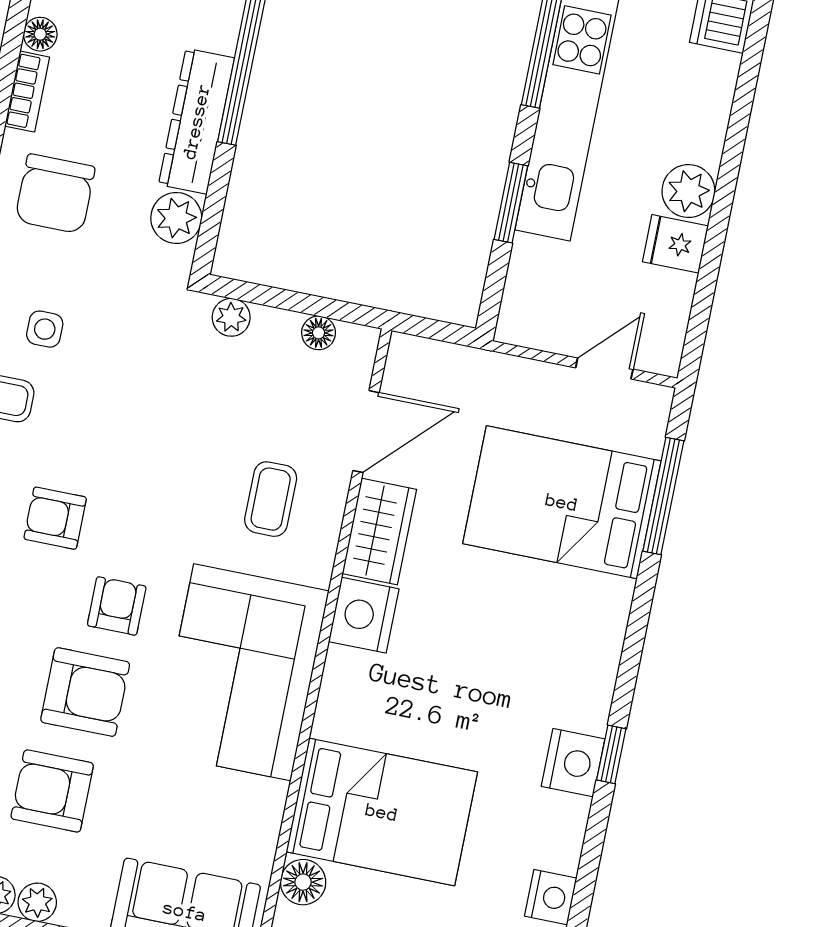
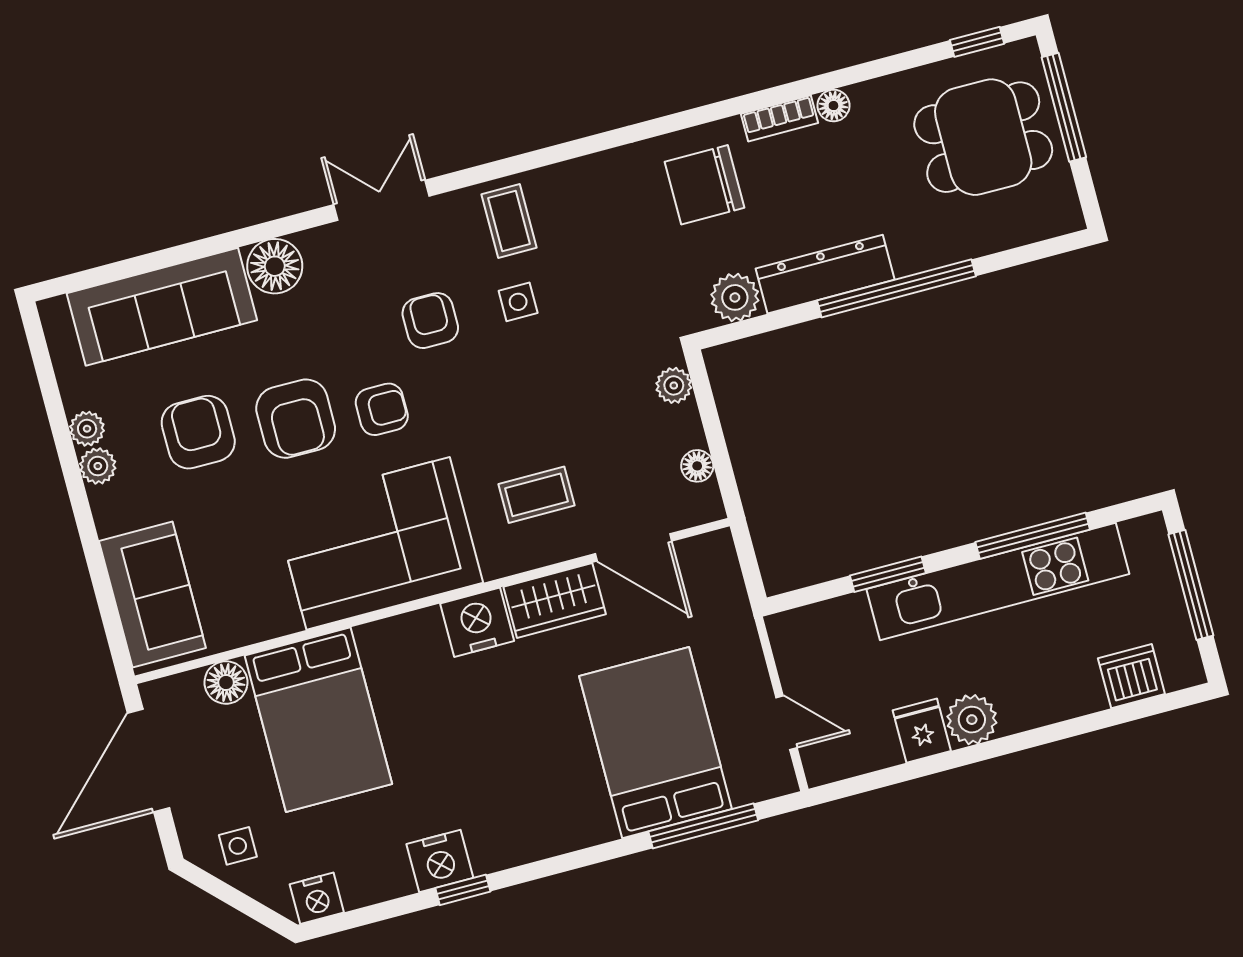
side table: (45, 329) -> (518, 302), moved

